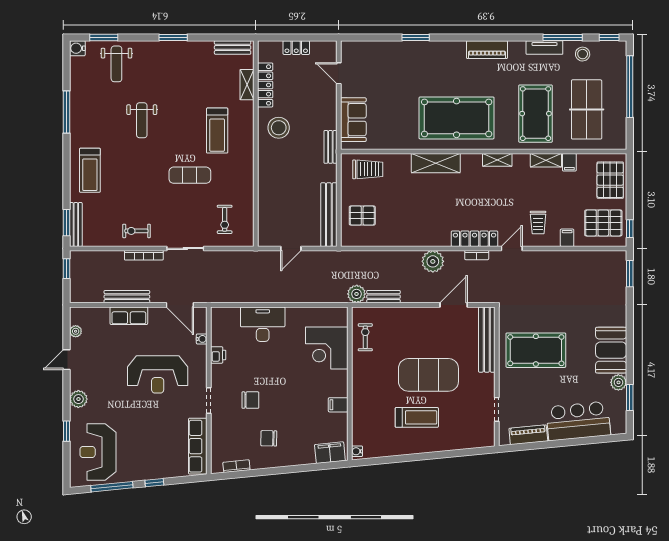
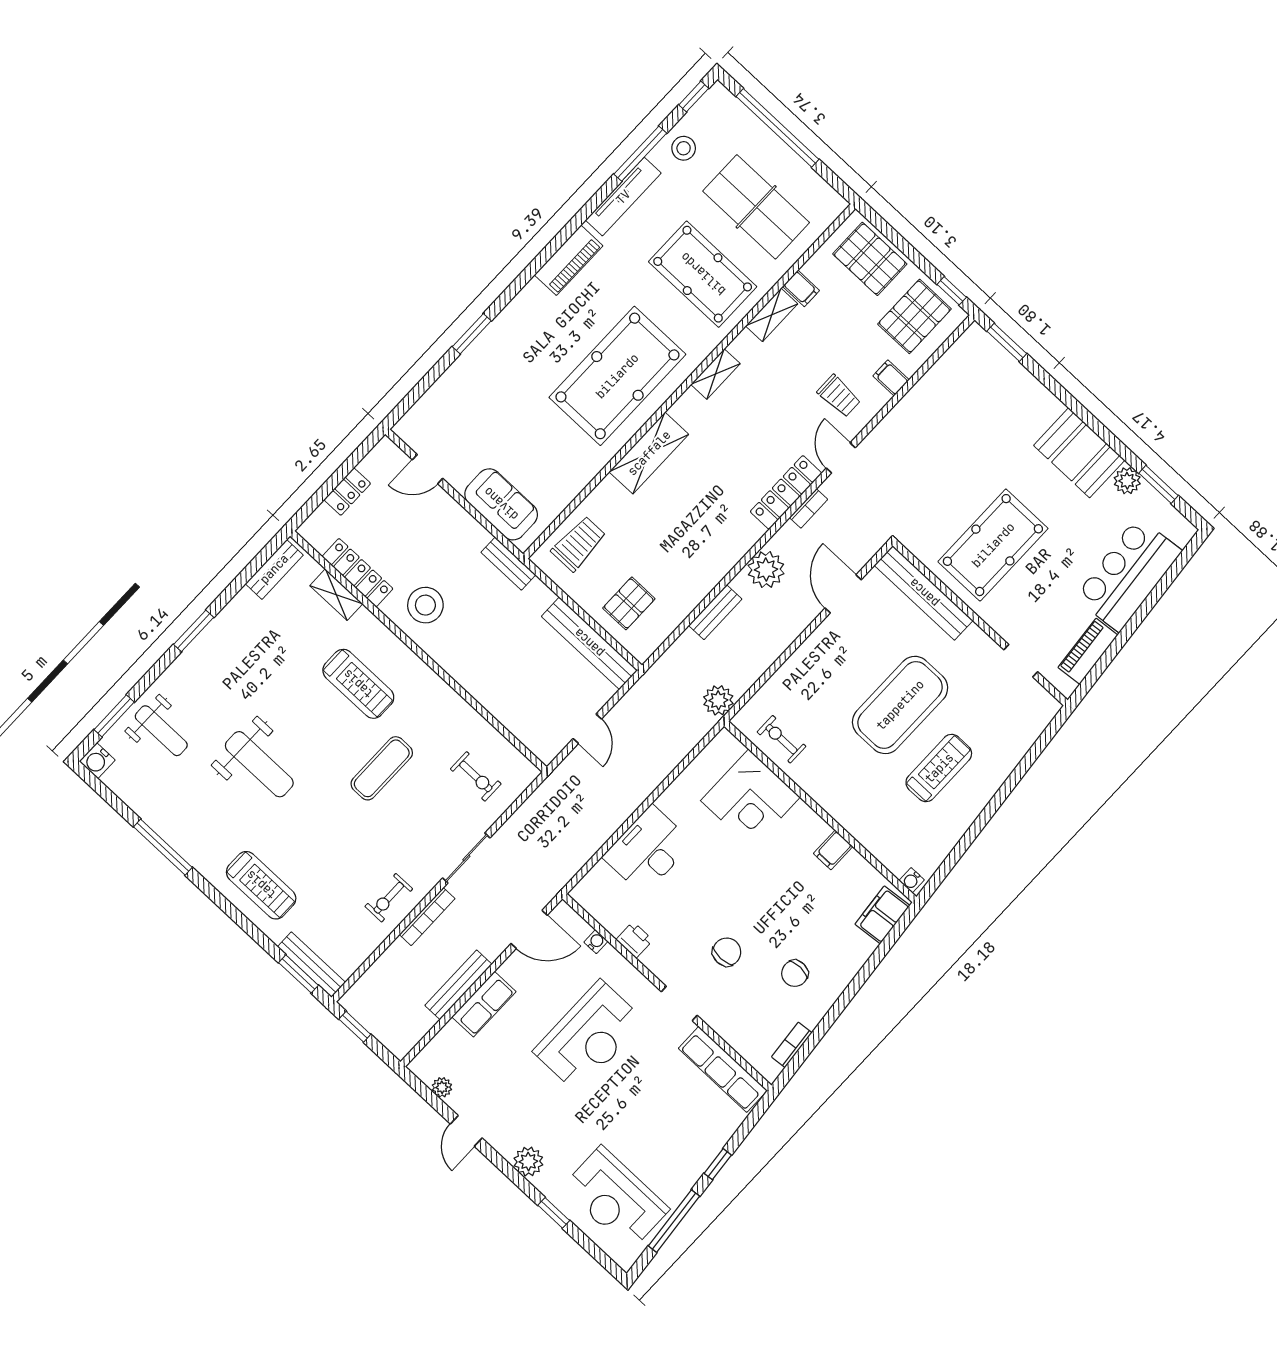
tv unit: (544, 47) -> (623, 197), width x1.41
weight bench: (142, 120) -> (259, 764), width x1.36, depth x1.33
bench: (383, 297) -> (715, 612), moved

